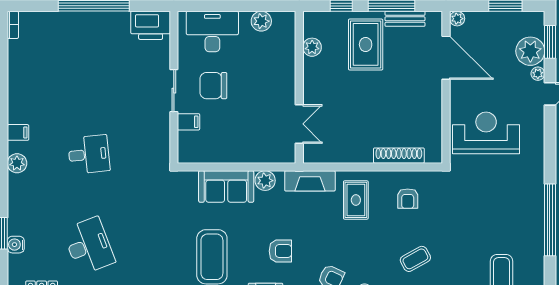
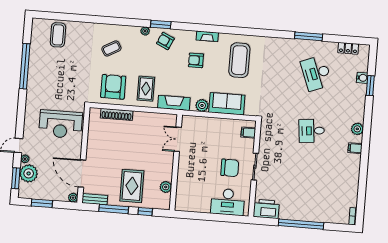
bench: (405, 19) -> (95, 199), moved
plant: (261, 21) -> (196, 206), removed
filing cabinet: (189, 122) -> (248, 133), moved
armchair: (408, 199) -> (113, 87), width x1.88, depth x1.88

